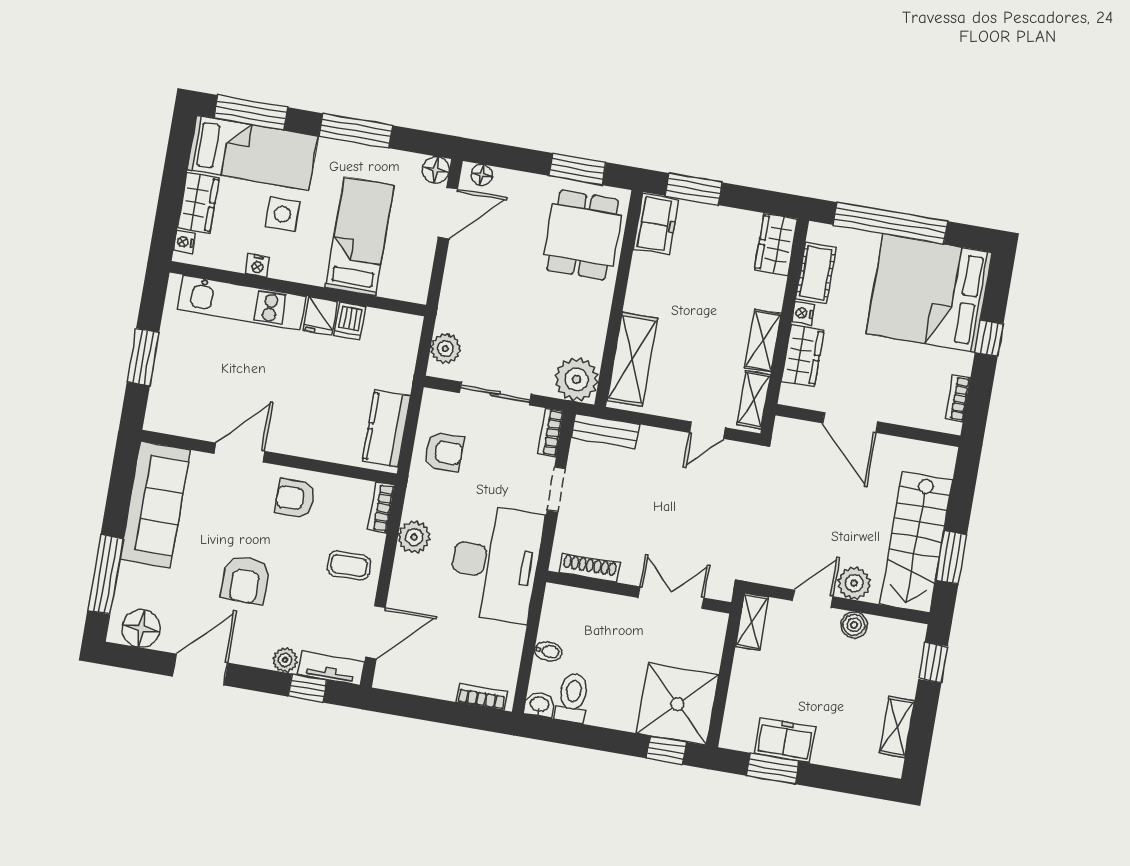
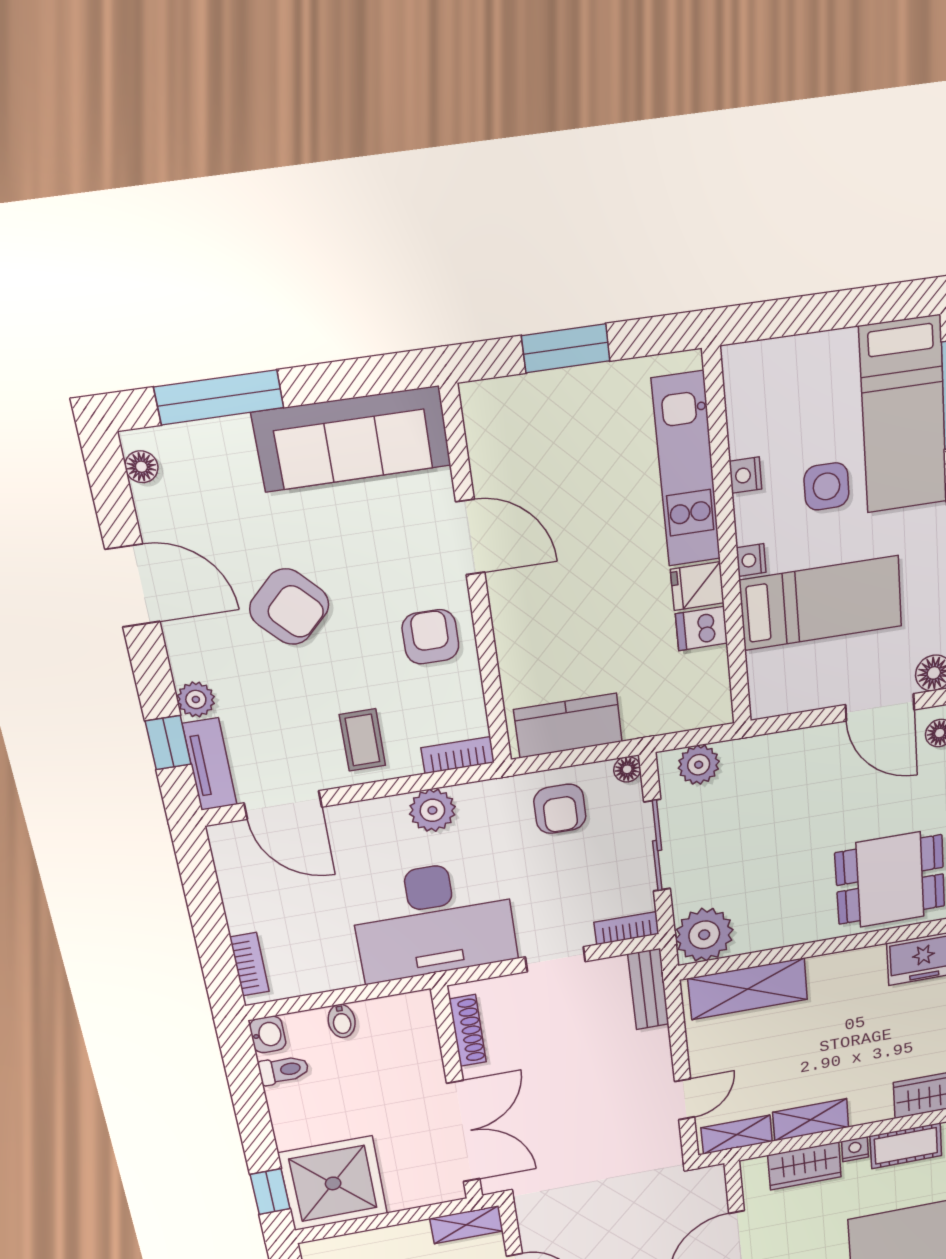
wardrobe: (198, 203) -> (814, 358), removed
nightstand: (184, 242) -> (751, 560), moved, turned -90
floor lamp: (431, 398) -> (627, 769), added
door: (707, 430) -> (685, 1099), swing flipped
armchair: (245, 580) -> (289, 607), turned -134
double door: (671, 598) -> (463, 1132), width x1.37
floor lamp: (141, 628) -> (141, 467), width x0.53, depth x0.53
toilet: (573, 698) -> (284, 1070), width x0.73, depth x0.72

